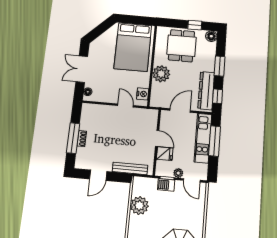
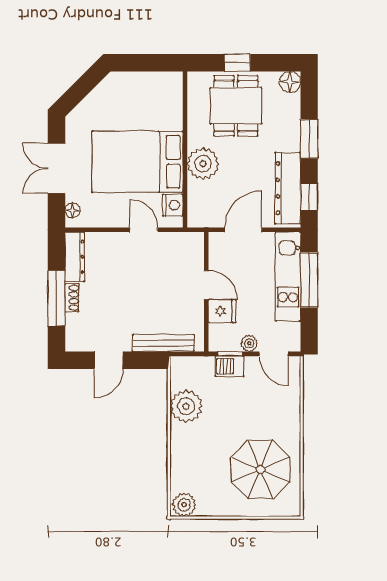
window: (195, 25) -> (237, 63), moved
bed: (133, 47) -> (137, 162), moved, turned 90
dresser: (86, 117) -> (75, 257), added

